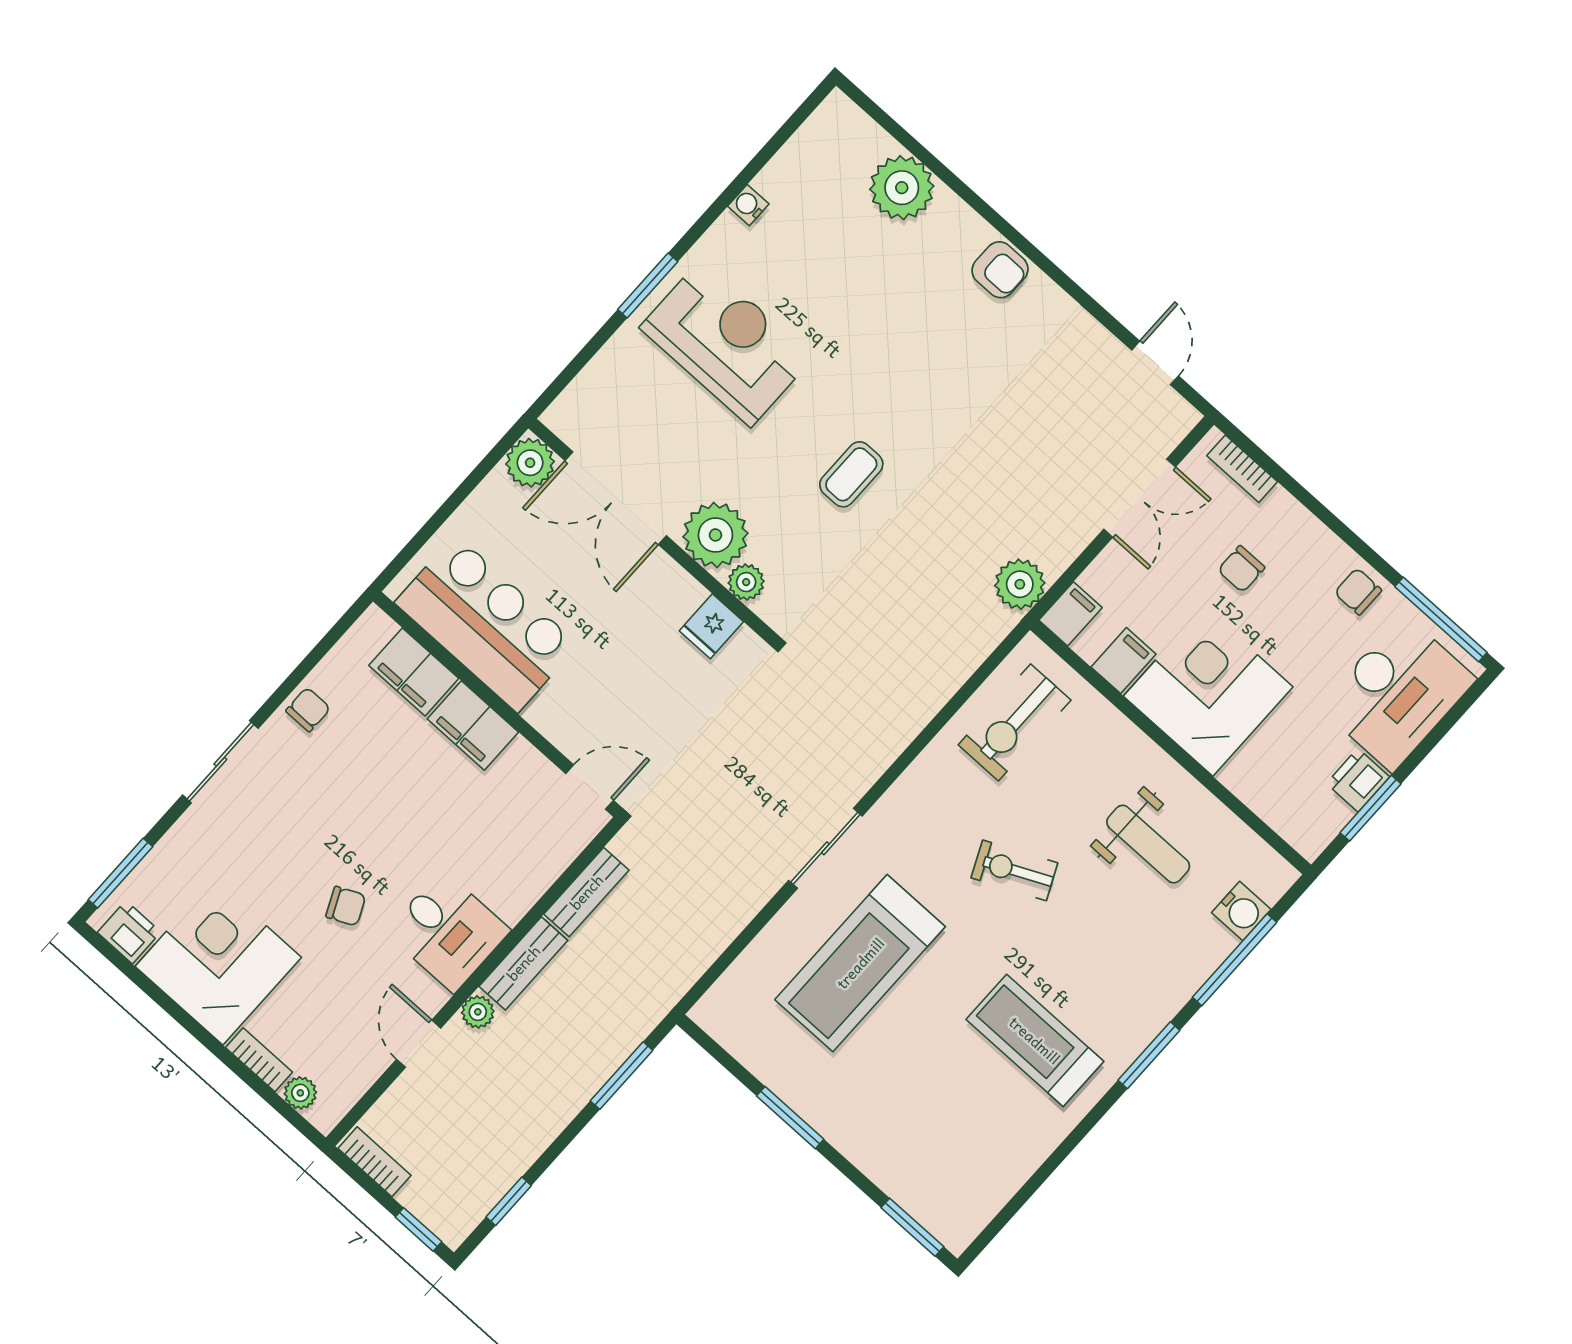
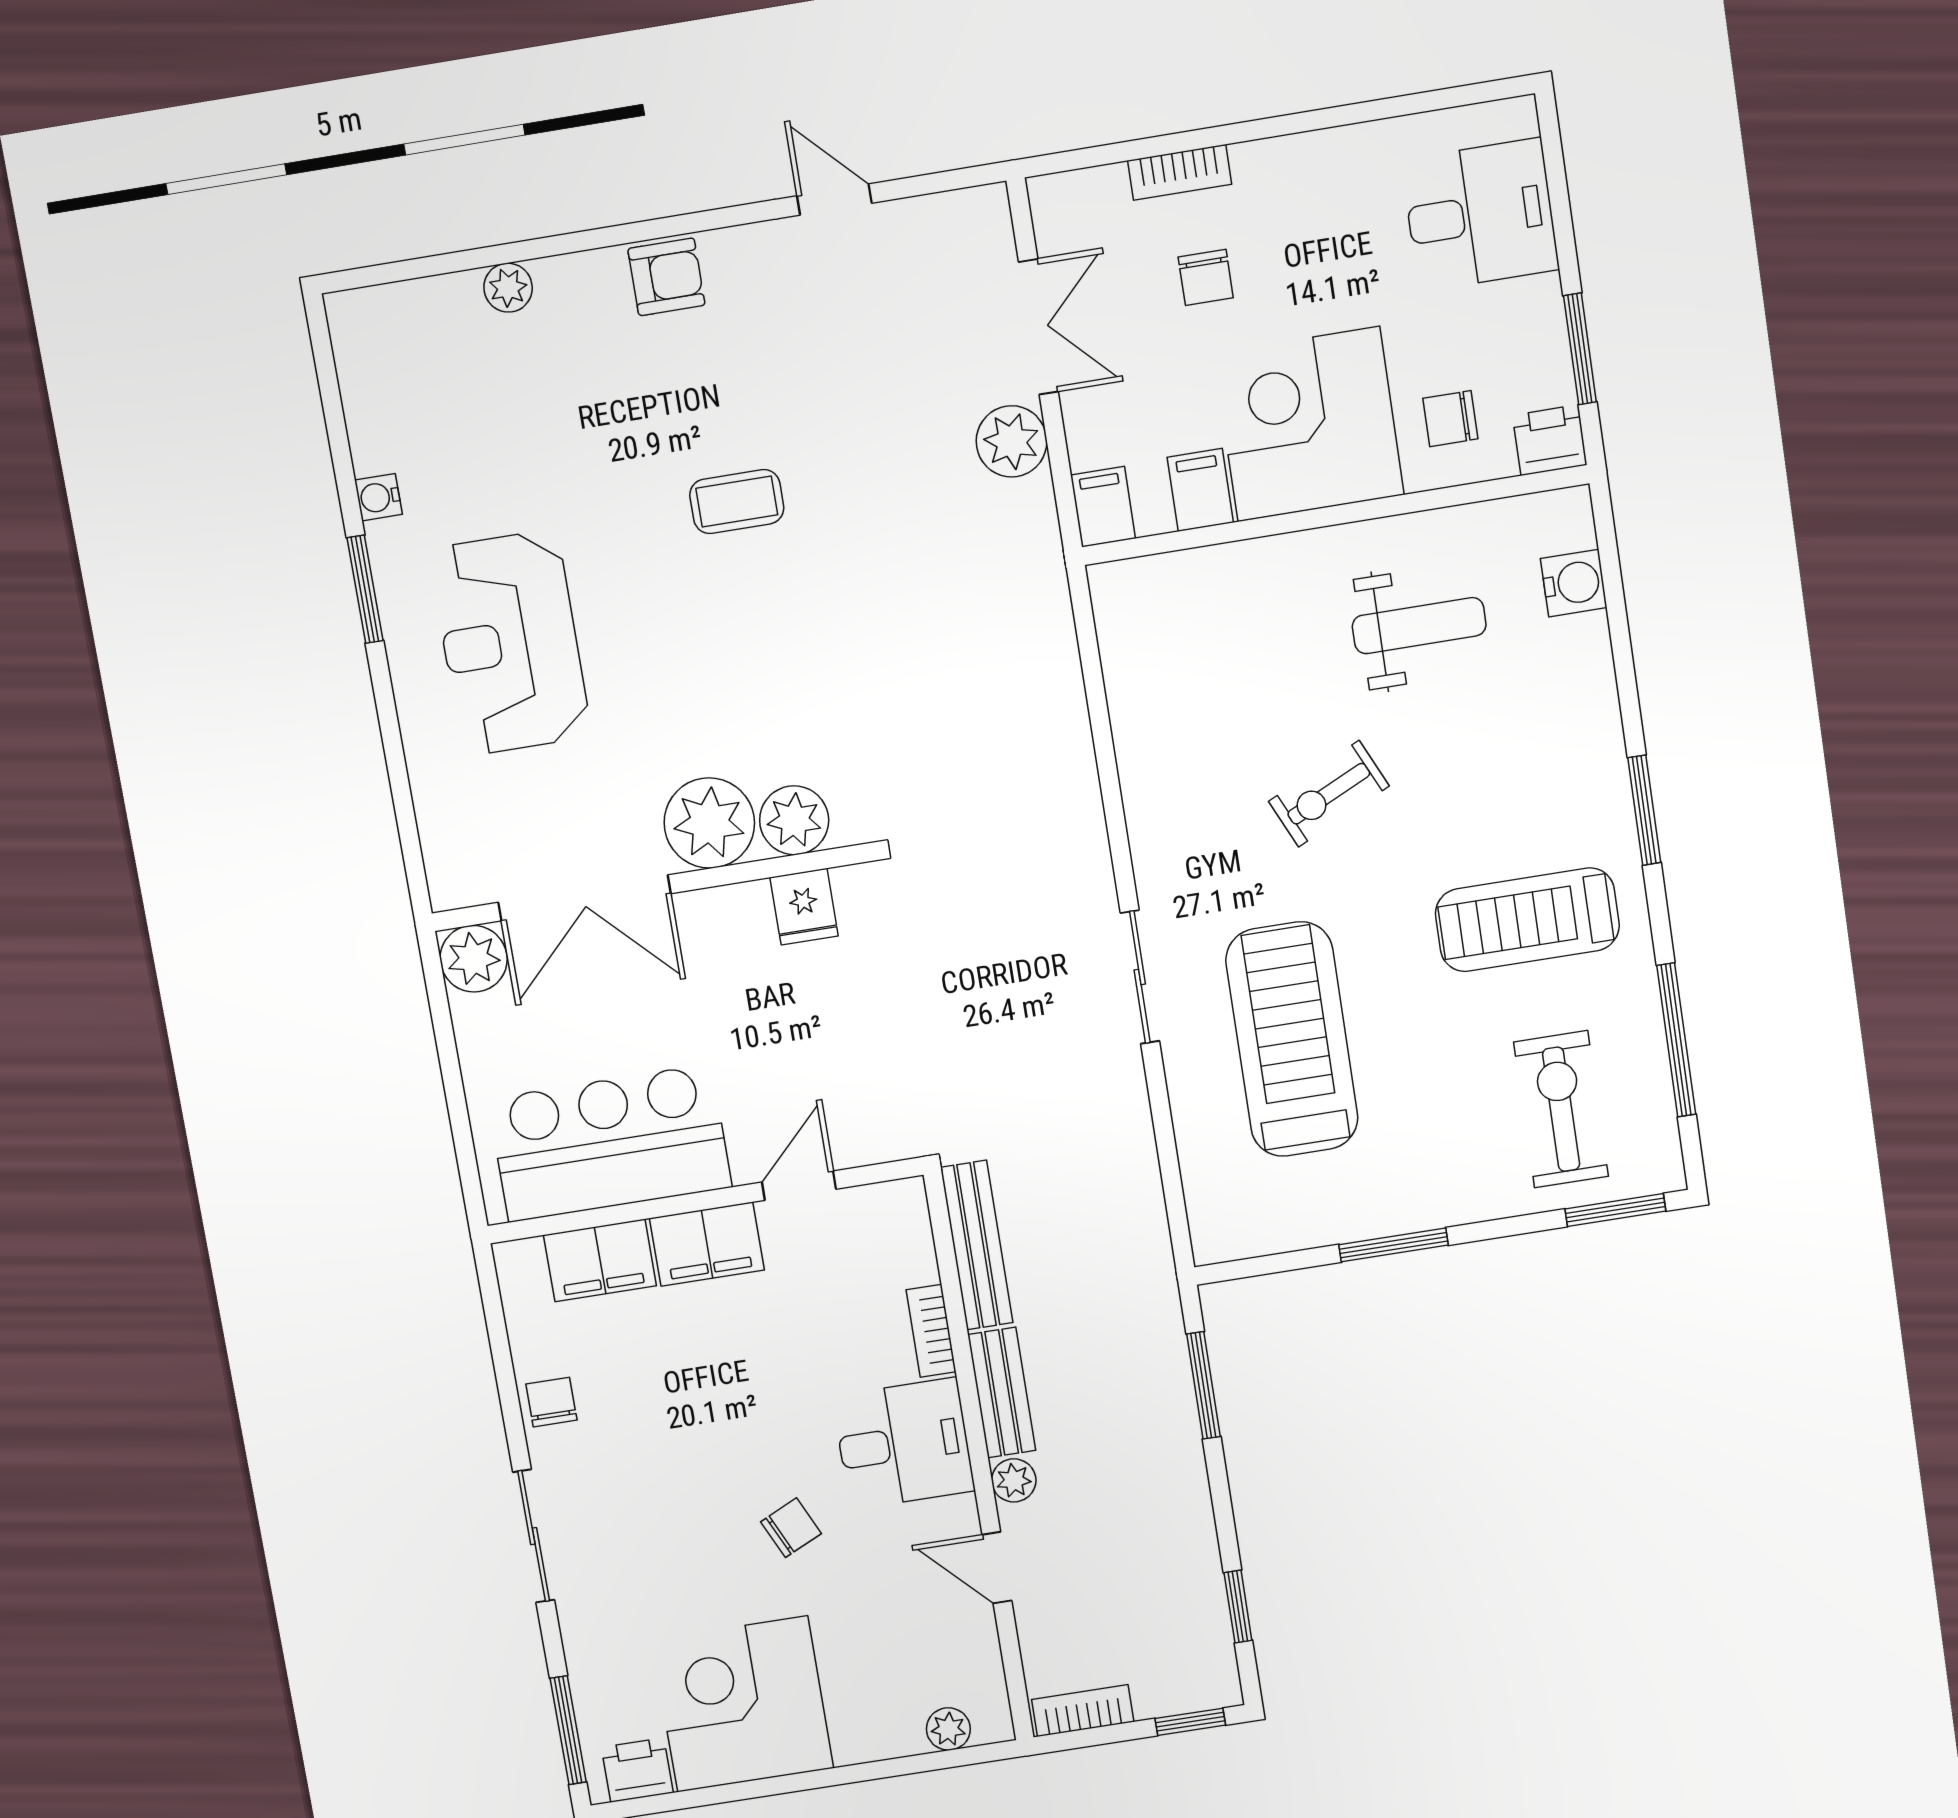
plant: (902, 188) -> (508, 288), width x0.53, depth x0.53
window: (648, 285) -> (365, 589), moved
reception desk: (726, 343) -> (510, 643), turned -90
door: (1155, 363) -> (834, 199), moved
bookcase: (1242, 469) -> (1180, 172), moved
coffee table: (851, 474) -> (737, 502), moved, turned 90
plant: (746, 582) -> (794, 820), width x1.38, depth x1.38
plant: (1020, 584) -> (1012, 441), moved
chair: (1358, 591) -> (1450, 419), moved
window: (1441, 619) -> (1440, 99), removed
desk: (1398, 693) -> (1480, 215), width x0.73
exercise bike: (1015, 722) -> (1561, 1109), moved, turned 180
printer: (1358, 780) -> (1550, 440), moved, turned 90
door: (590, 787) -> (799, 1186), moved
bench: (586, 892) -> (977, 1245), width x1.36
window: (1235, 960) -> (1676, 1040), moved
treadmill: (860, 963) -> (1292, 1039), turned 180
bookcase: (259, 1060) -> (931, 1331), moved, turned -90

